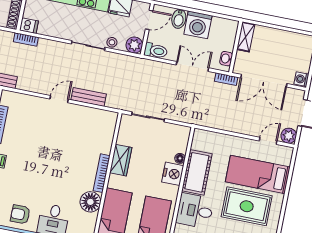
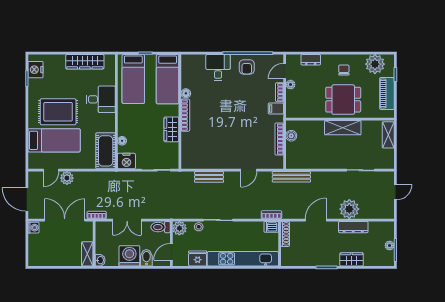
washbasin: (226, 59) -> (100, 260), moved
door: (59, 99) -> (249, 170), moved
plant: (289, 136) -> (67, 178), moved
cot: (197, 172) -> (106, 151), moved
nightstand: (173, 174) -> (126, 161), moved, turned -90
floor lamp: (90, 202) -> (186, 93), width x0.53, depth x0.53
armchair: (20, 214) -> (247, 67), turned 90

